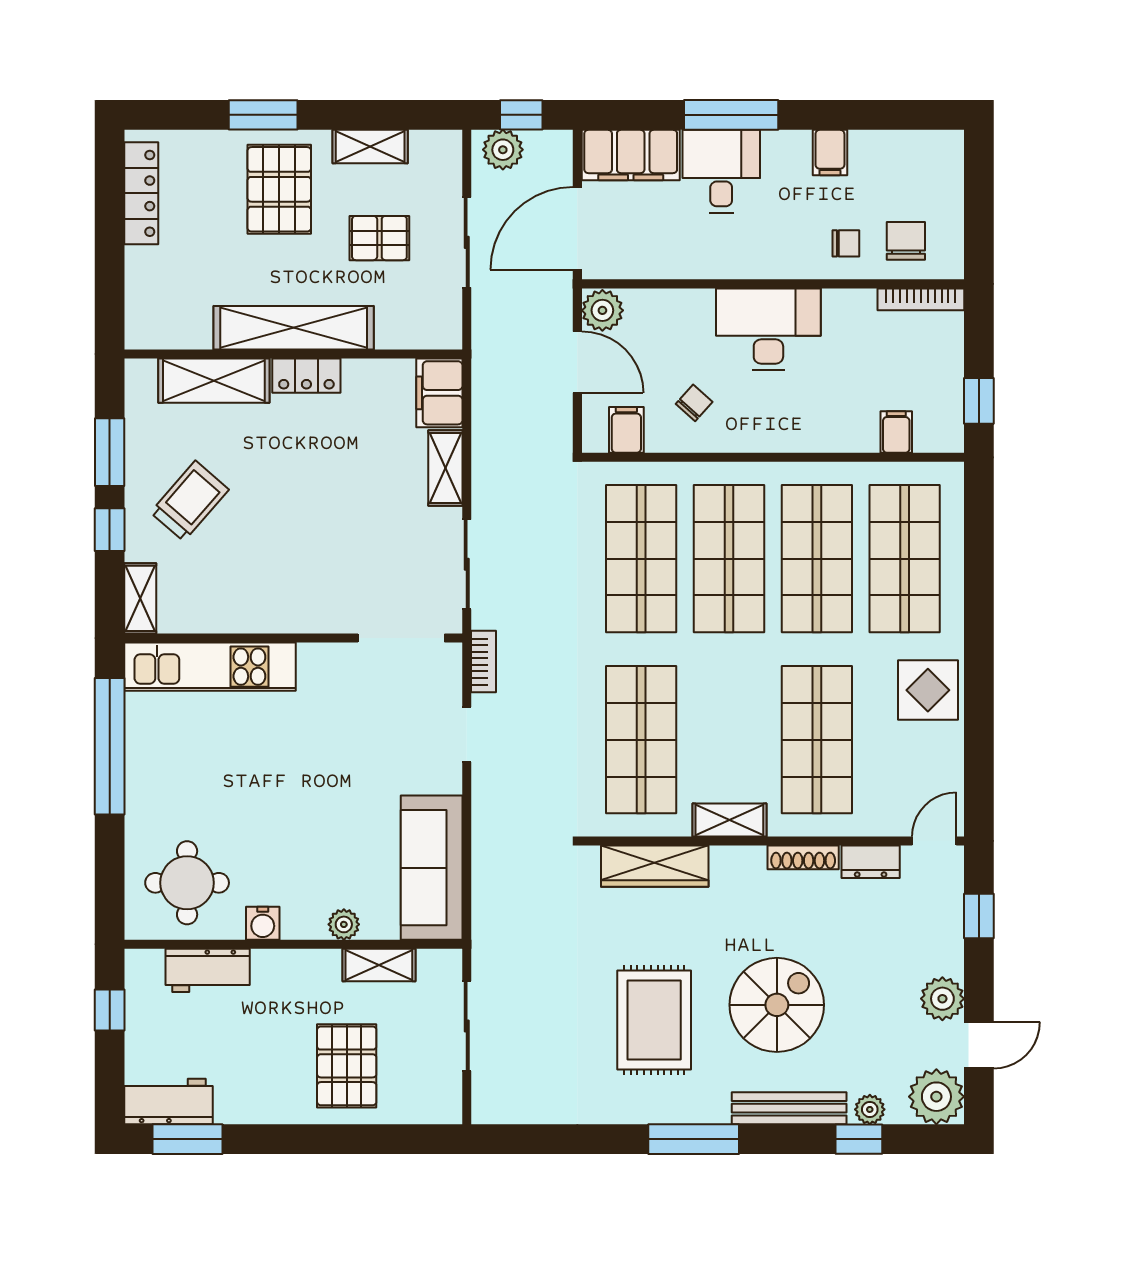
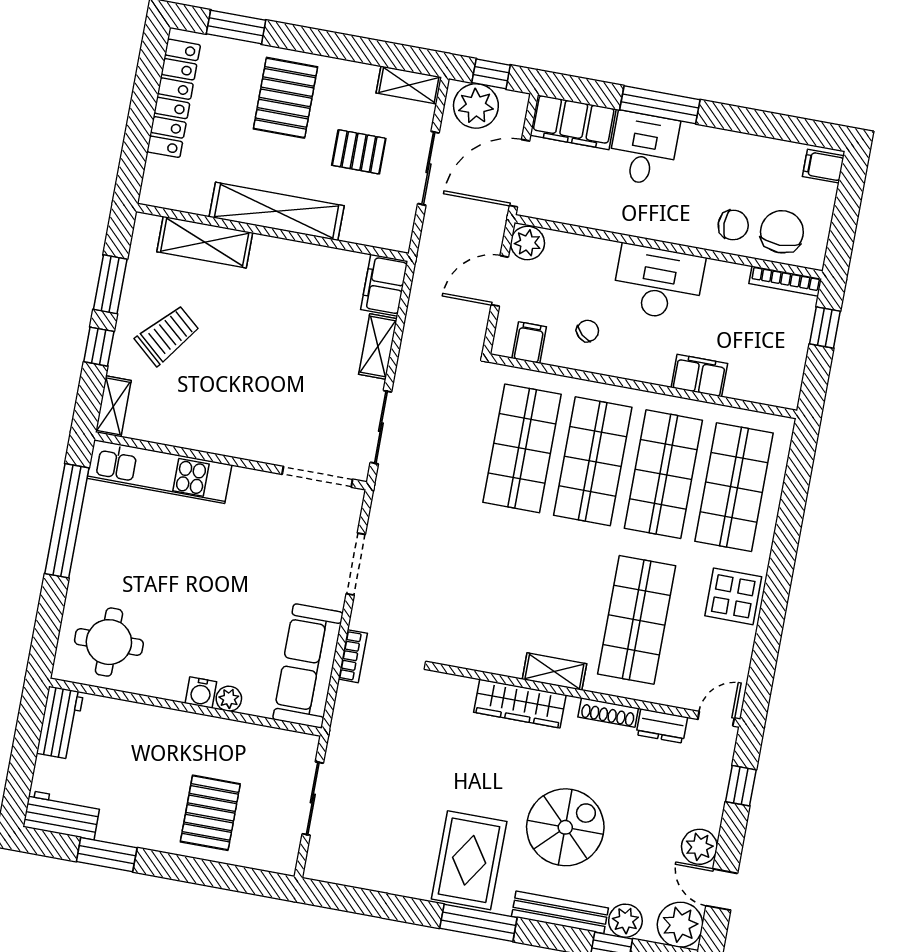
window: (263, 115) -> (236, 27), moved
shelving: (370, 147) -> (409, 85), moved
plant: (503, 150) -> (476, 106), width x1.36, depth x1.36
filing cabinet: (830, 152) -> (823, 166), moved, turned 90
locker: (141, 193) -> (174, 98), width x1.41, depth x1.21
chair: (906, 241) -> (782, 232), width x1.37, depth x1.37
chair: (846, 243) -> (733, 225), width x1.37, depth x1.37
door: (577, 362) -> (500, 281), swing flipped
locker: (306, 376) -> (280, 252), removed
window: (979, 401) -> (825, 328), moved
filing cabinet: (896, 432) -> (699, 376), moved, width x2.00
bookcase: (484, 662) -> (353, 656), moved
doorway: (467, 735) -> (356, 564), width x1.38
shop shelf: (641, 740) -> (495, 594), removed
wardrobe: (655, 866) -> (520, 704), moved
water cooler: (263, 923) -> (201, 692), moved
shelving: (379, 965) -> (251, 737), removed
workbench: (208, 970) -> (60, 723), moved, turned -90
window: (110, 1010) -> (28, 733), removed
rug: (654, 1020) -> (469, 860), moved
door: (979, 1045) -> (722, 890), swing flipped
plant: (870, 1109) -> (625, 921), width x1.38, depth x1.38
window: (188, 1139) -> (107, 855), moved

